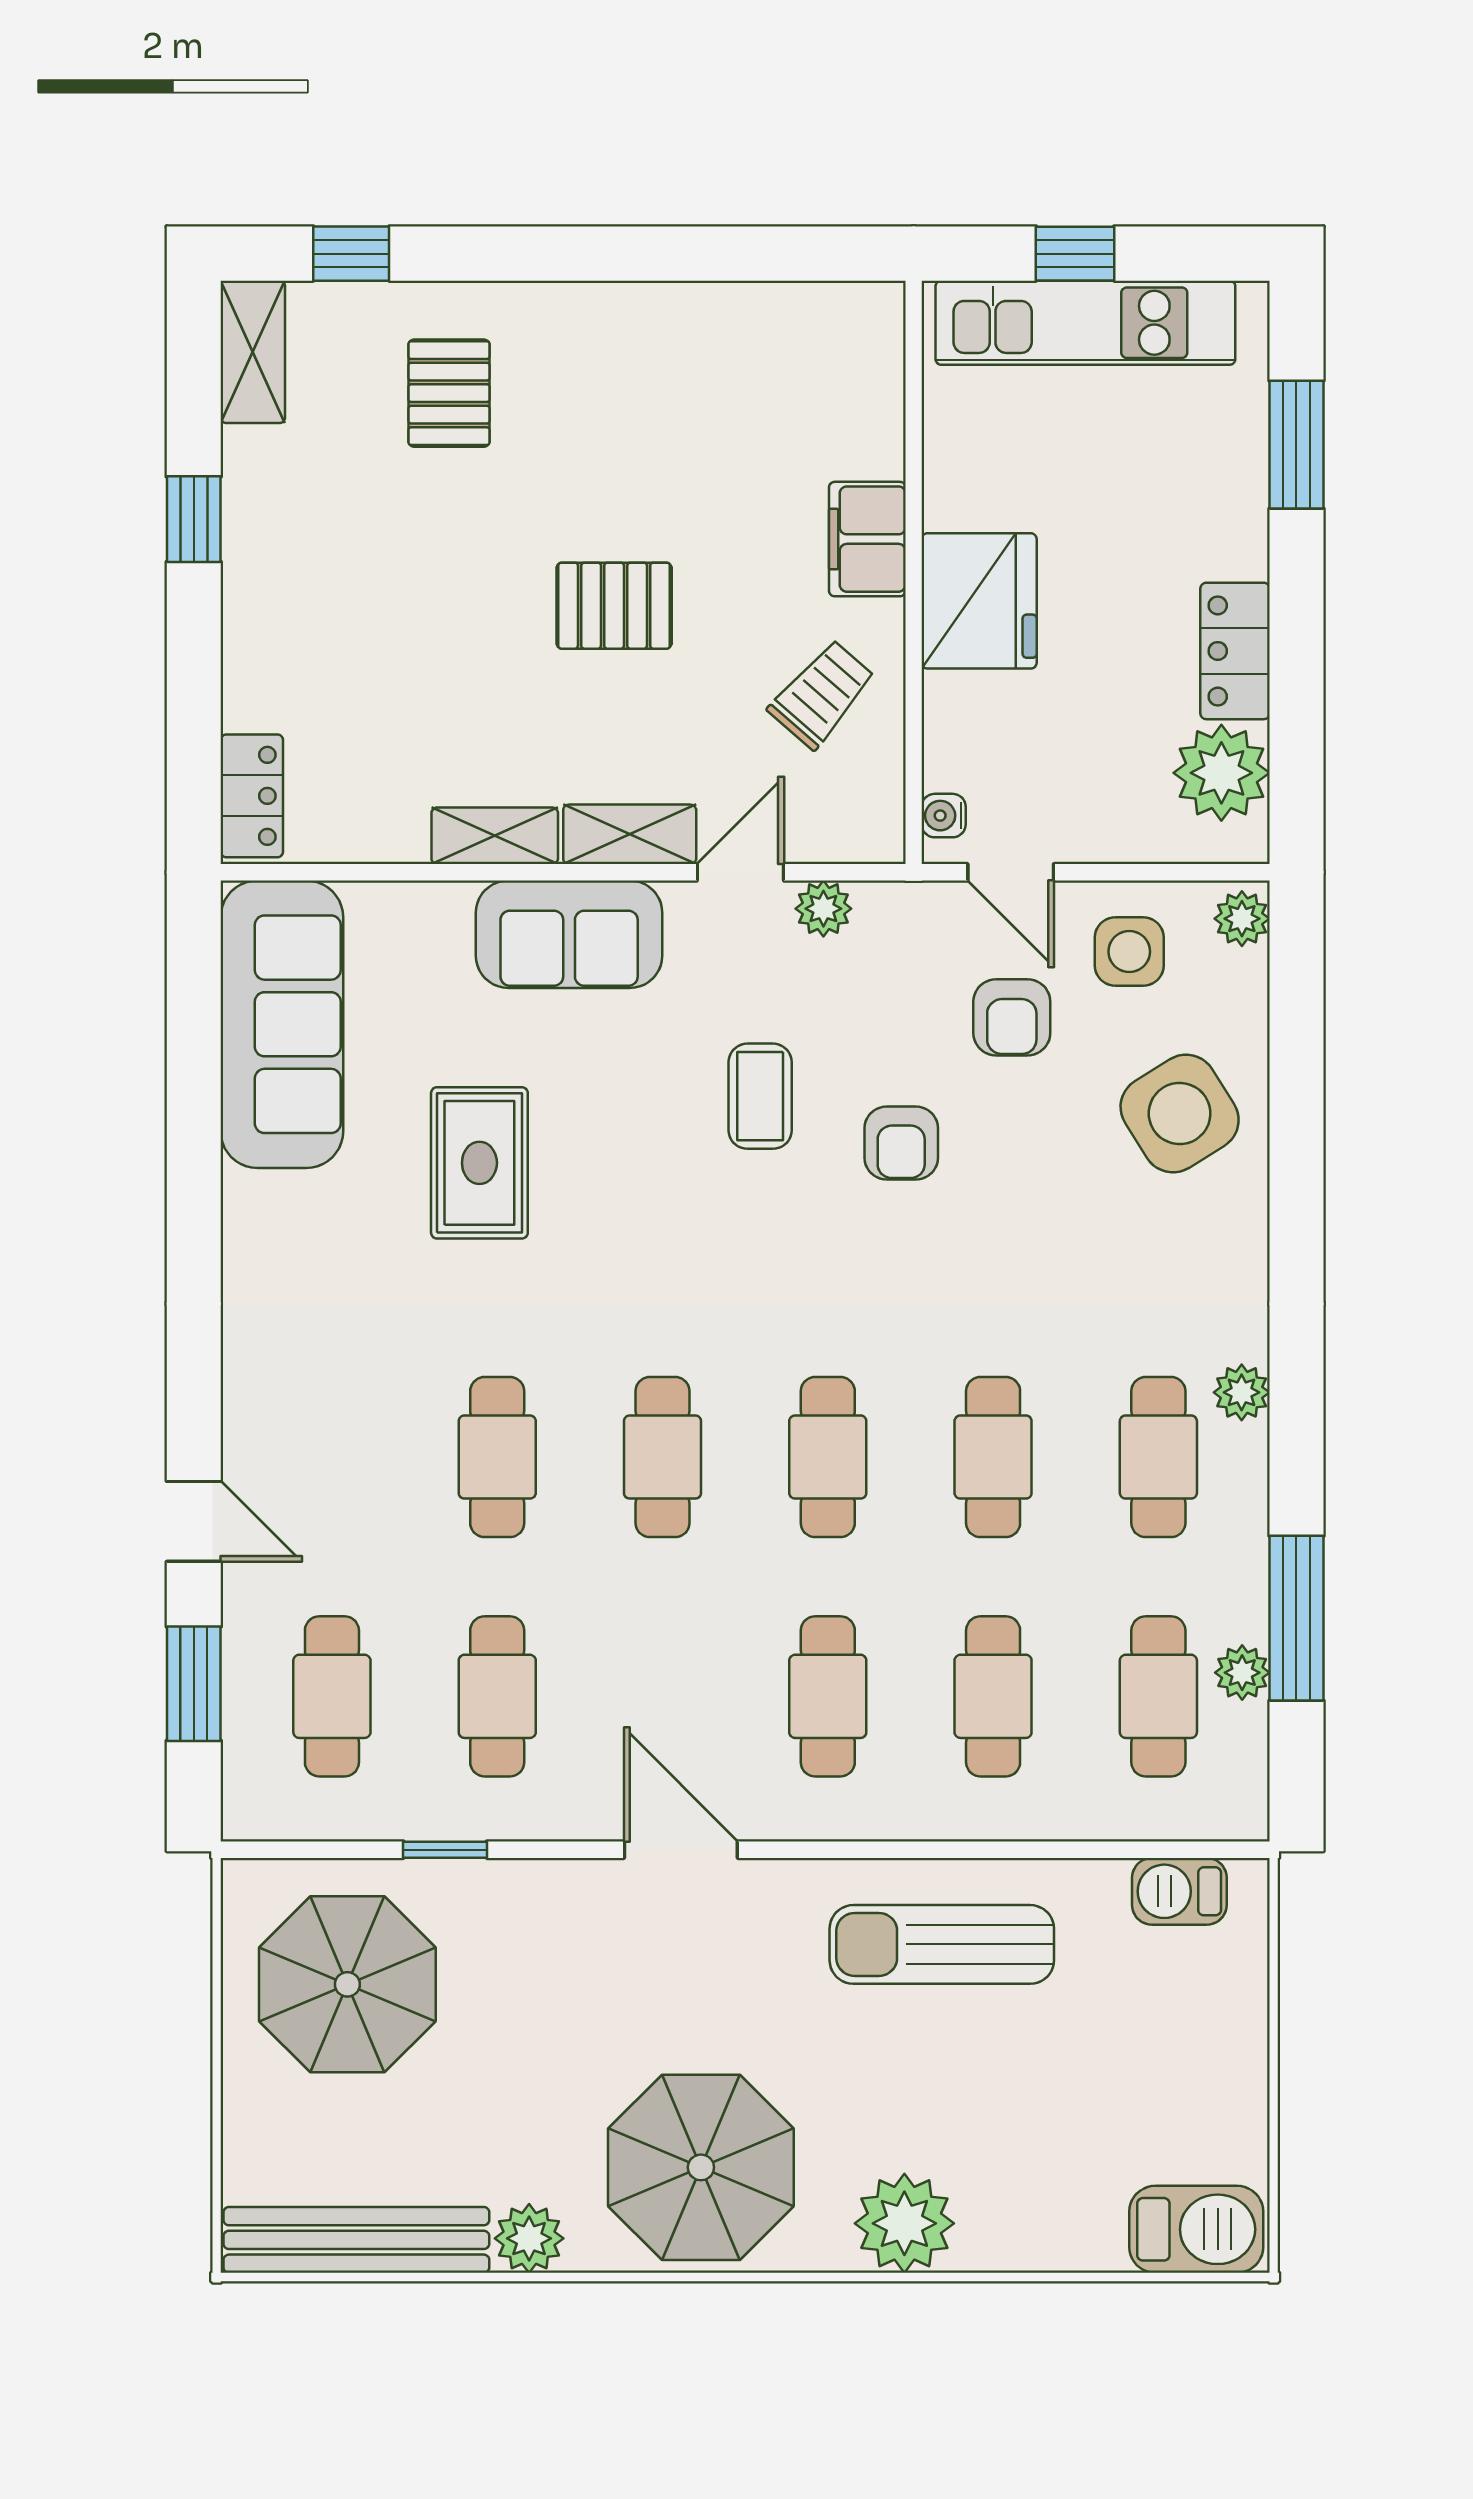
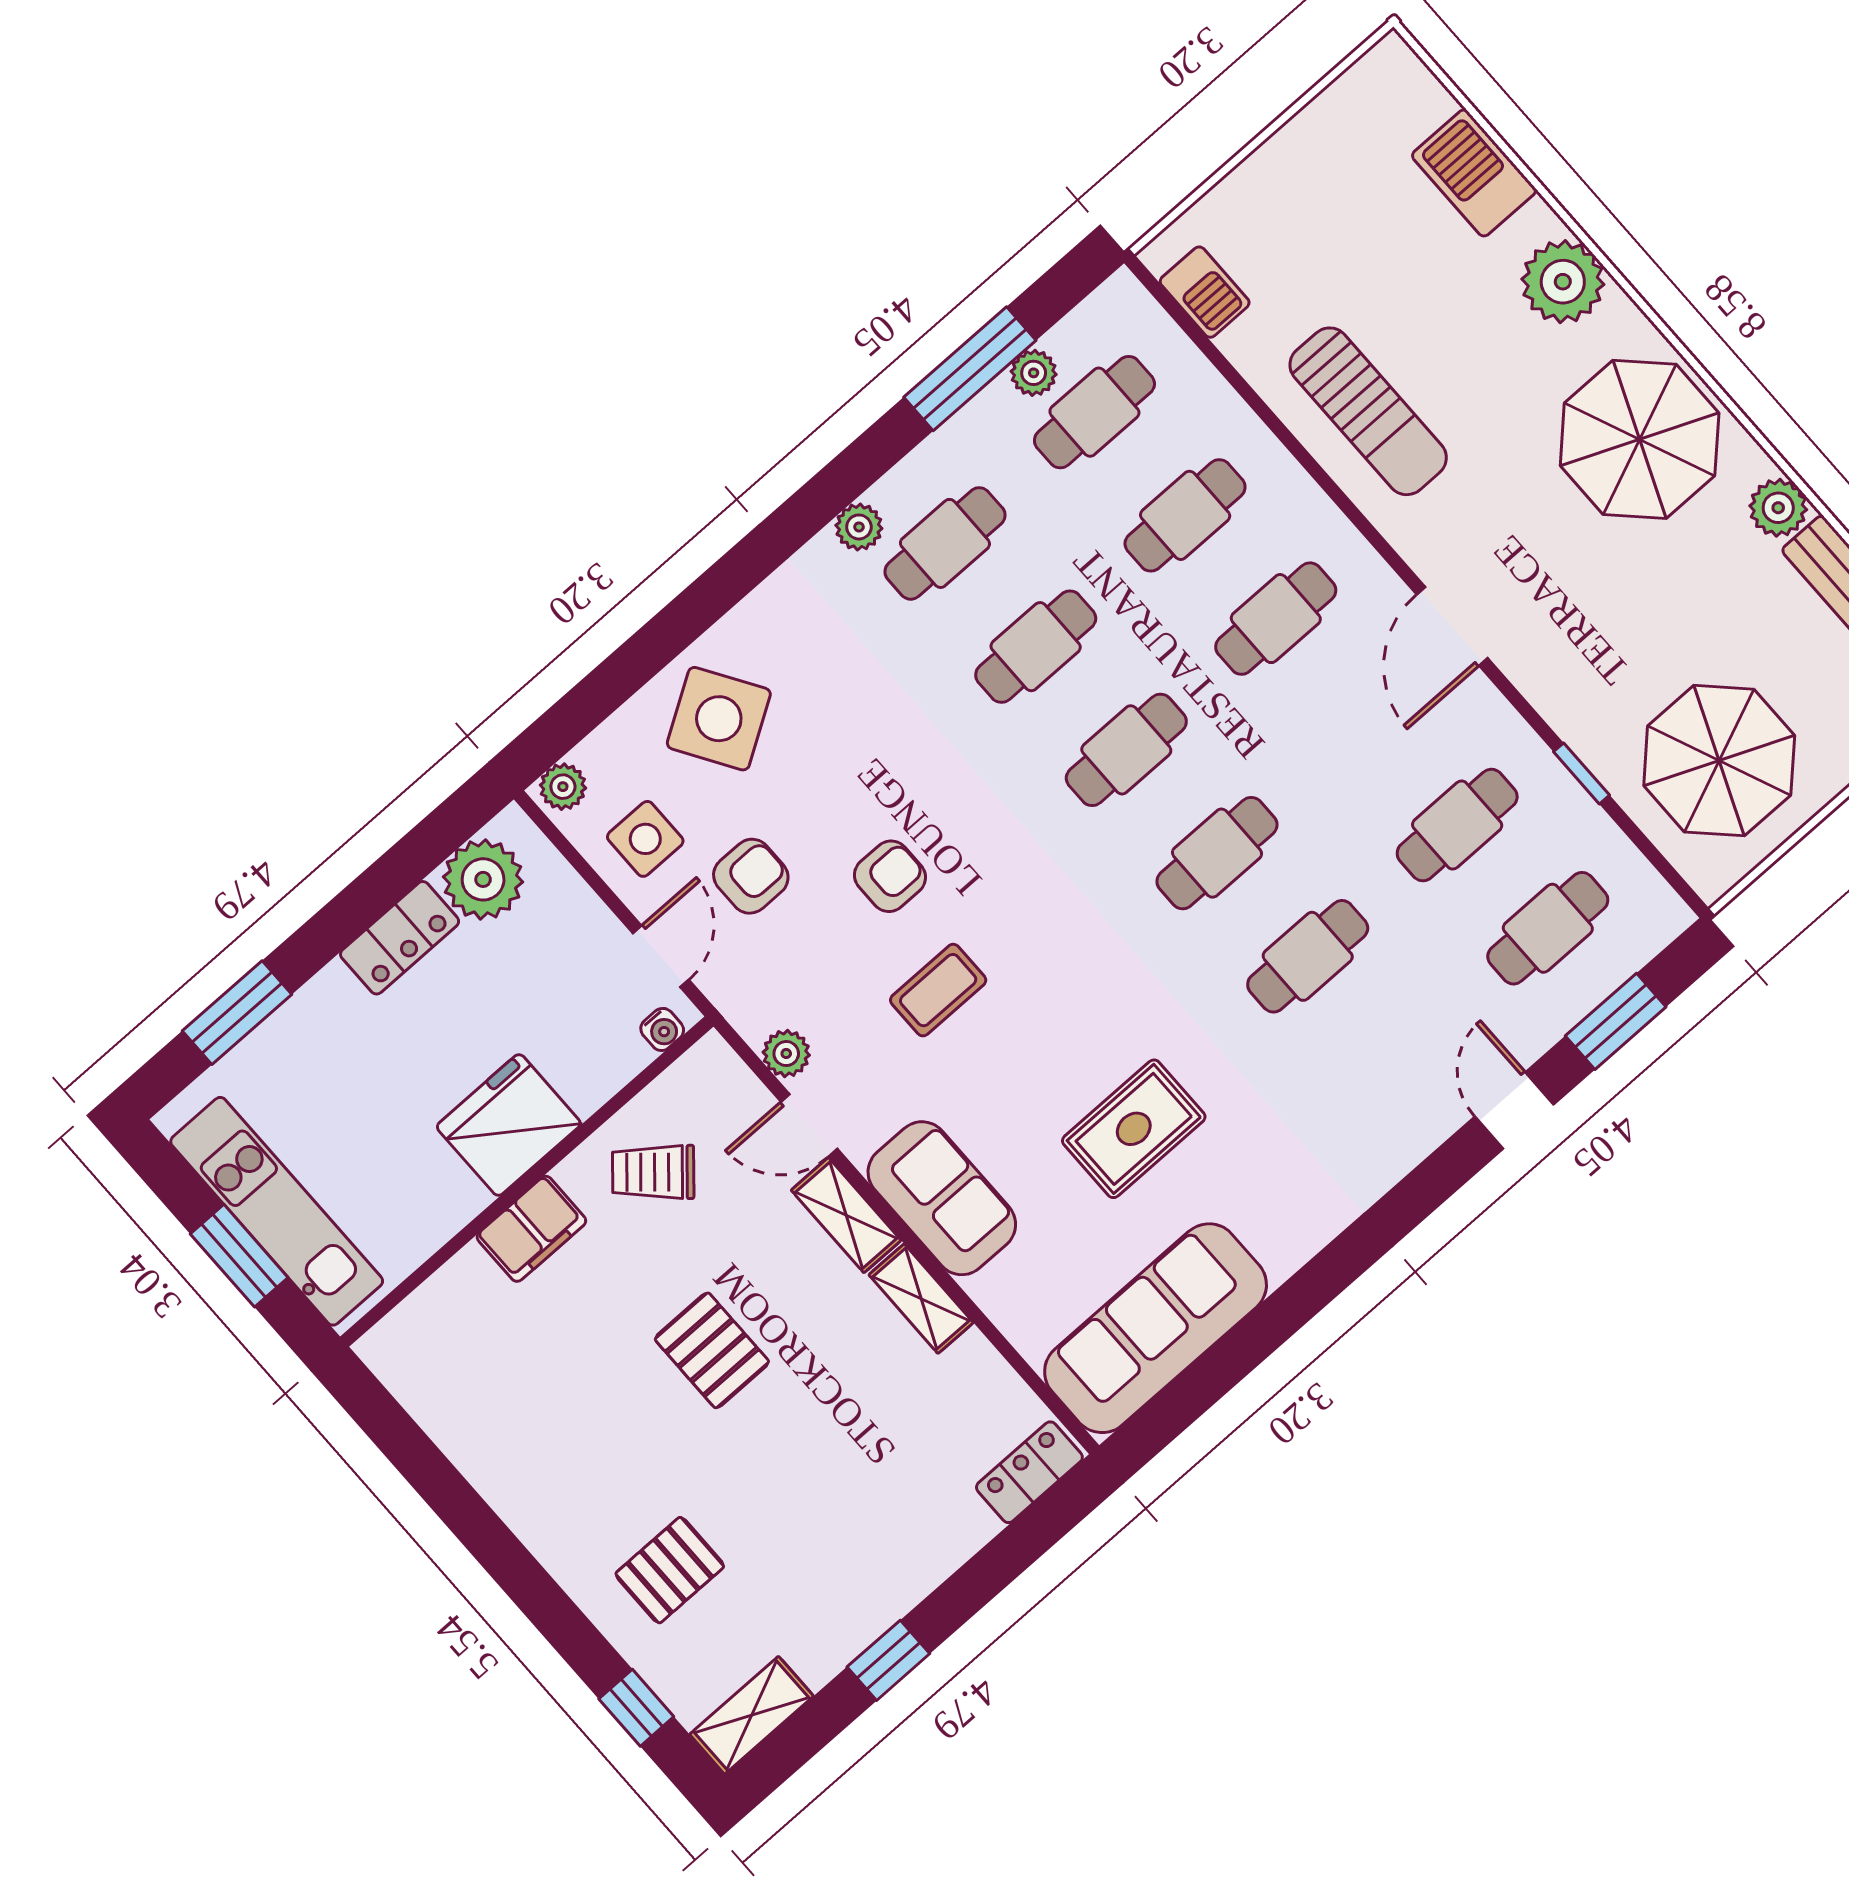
window: (1075, 254) -> (239, 1256), width x1.50
barbecue: (1196, 2229) -> (1474, 173), moved

